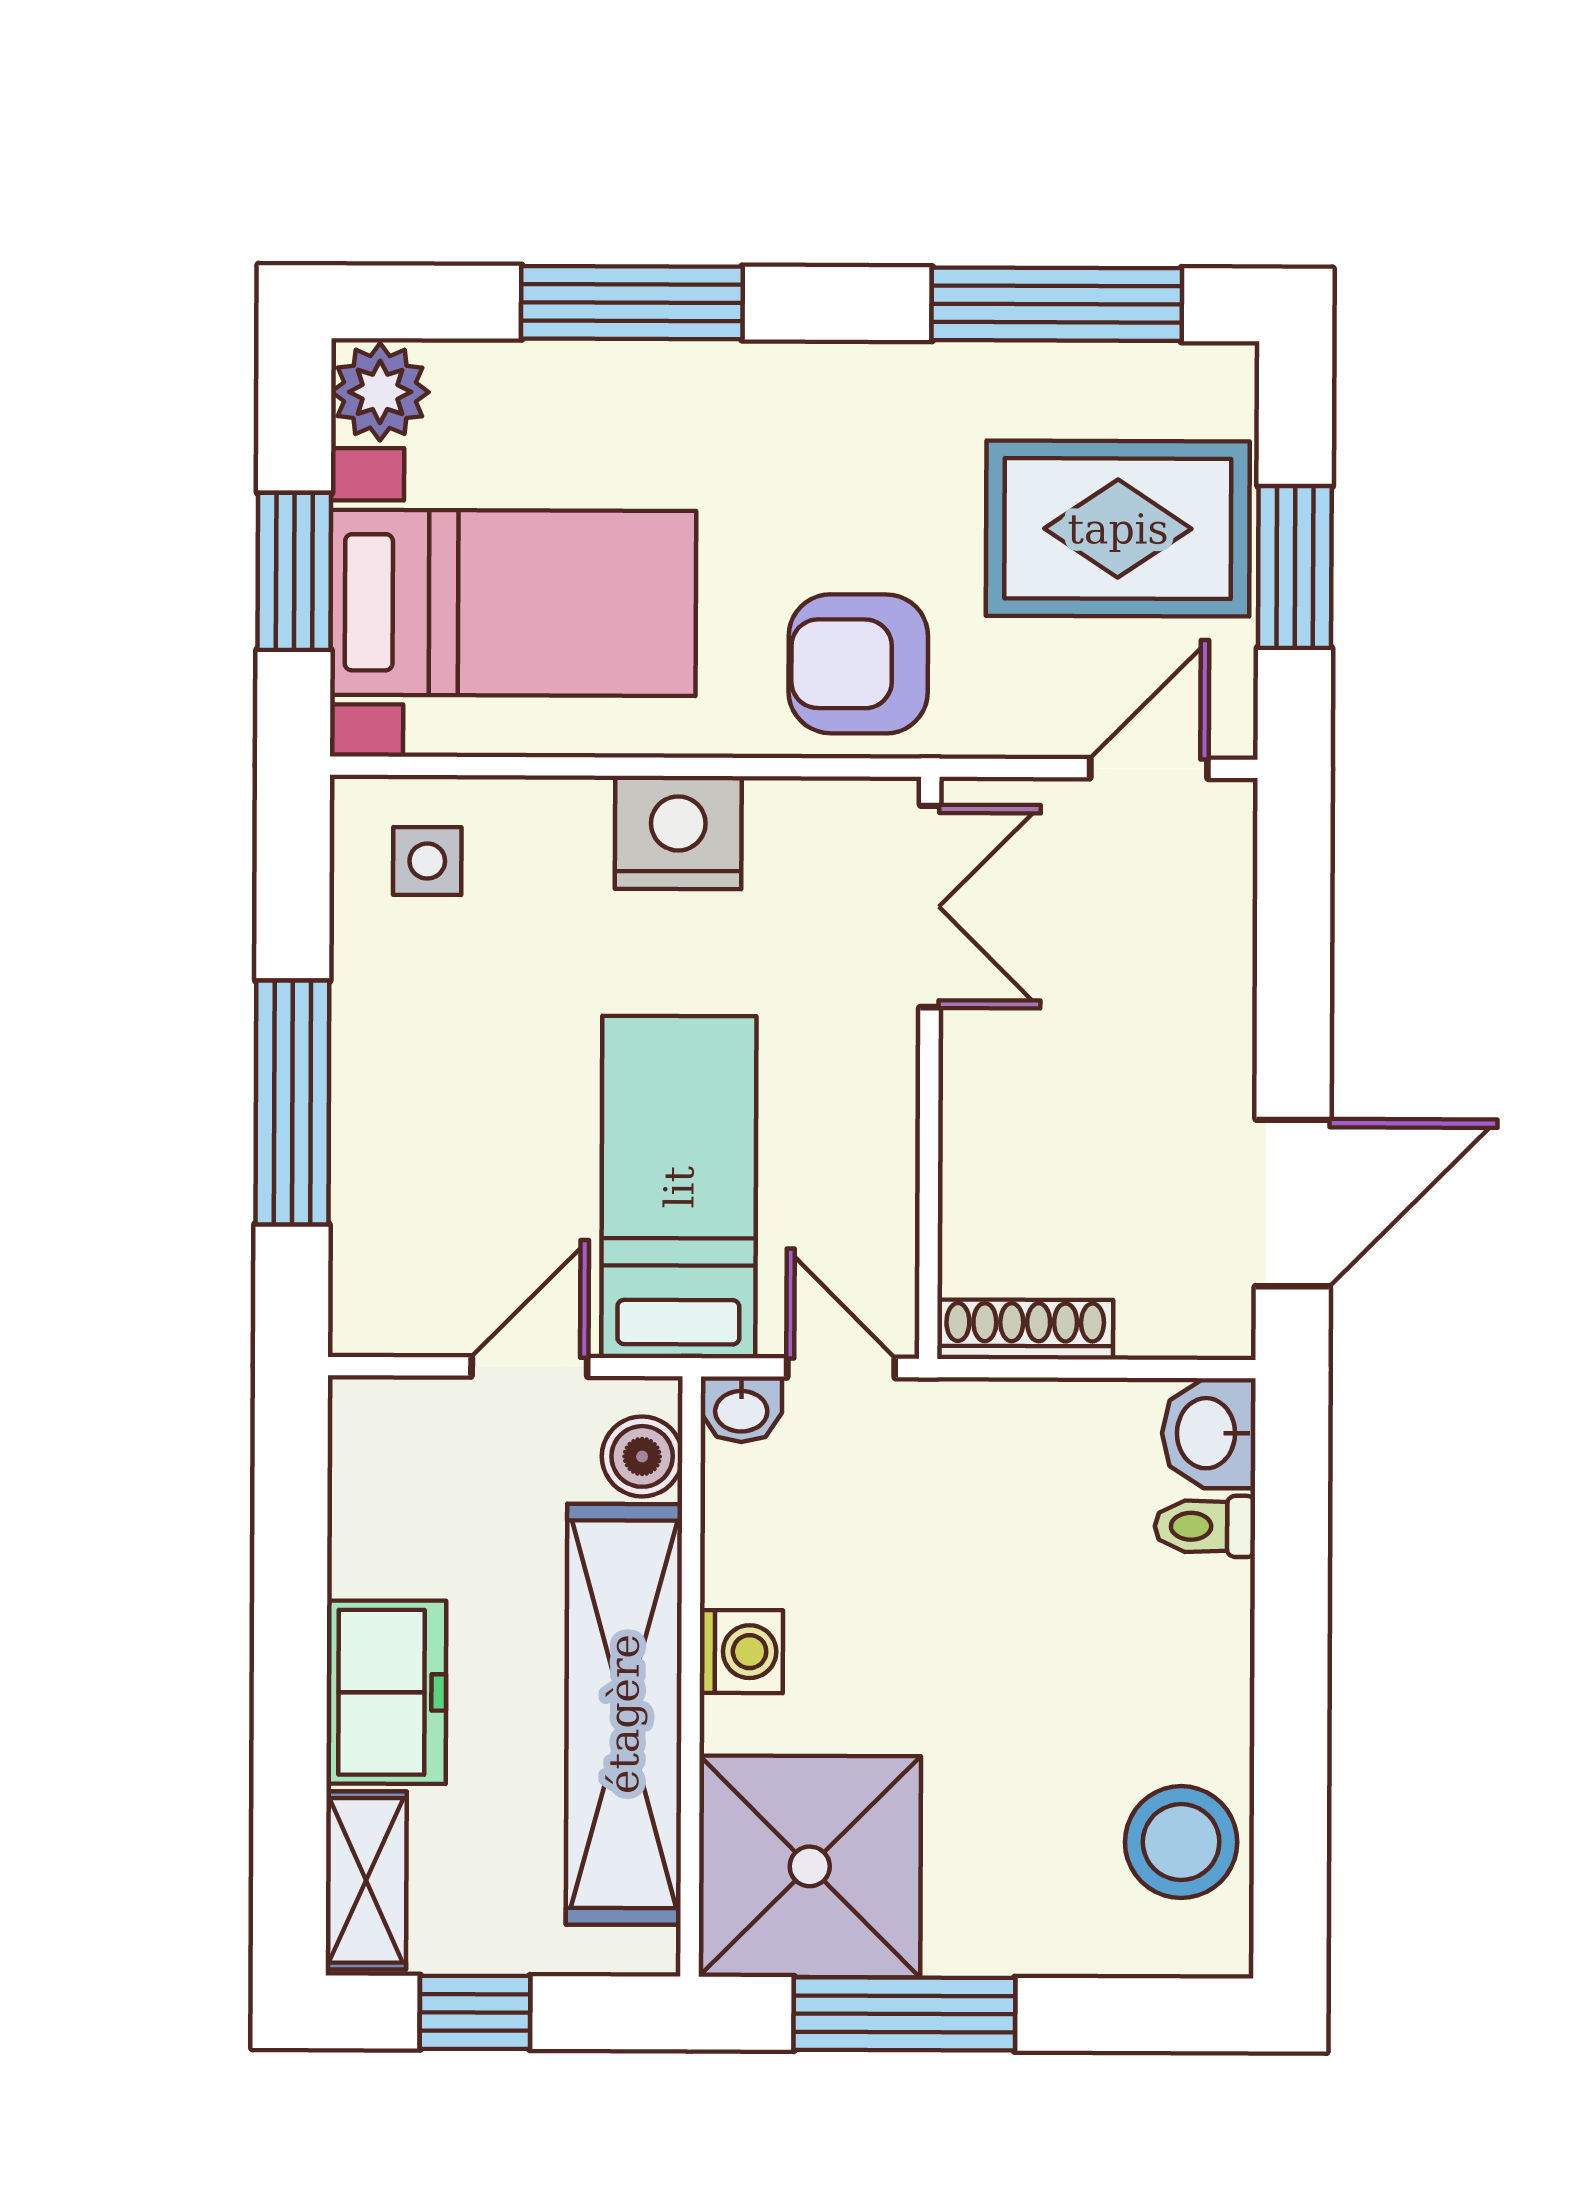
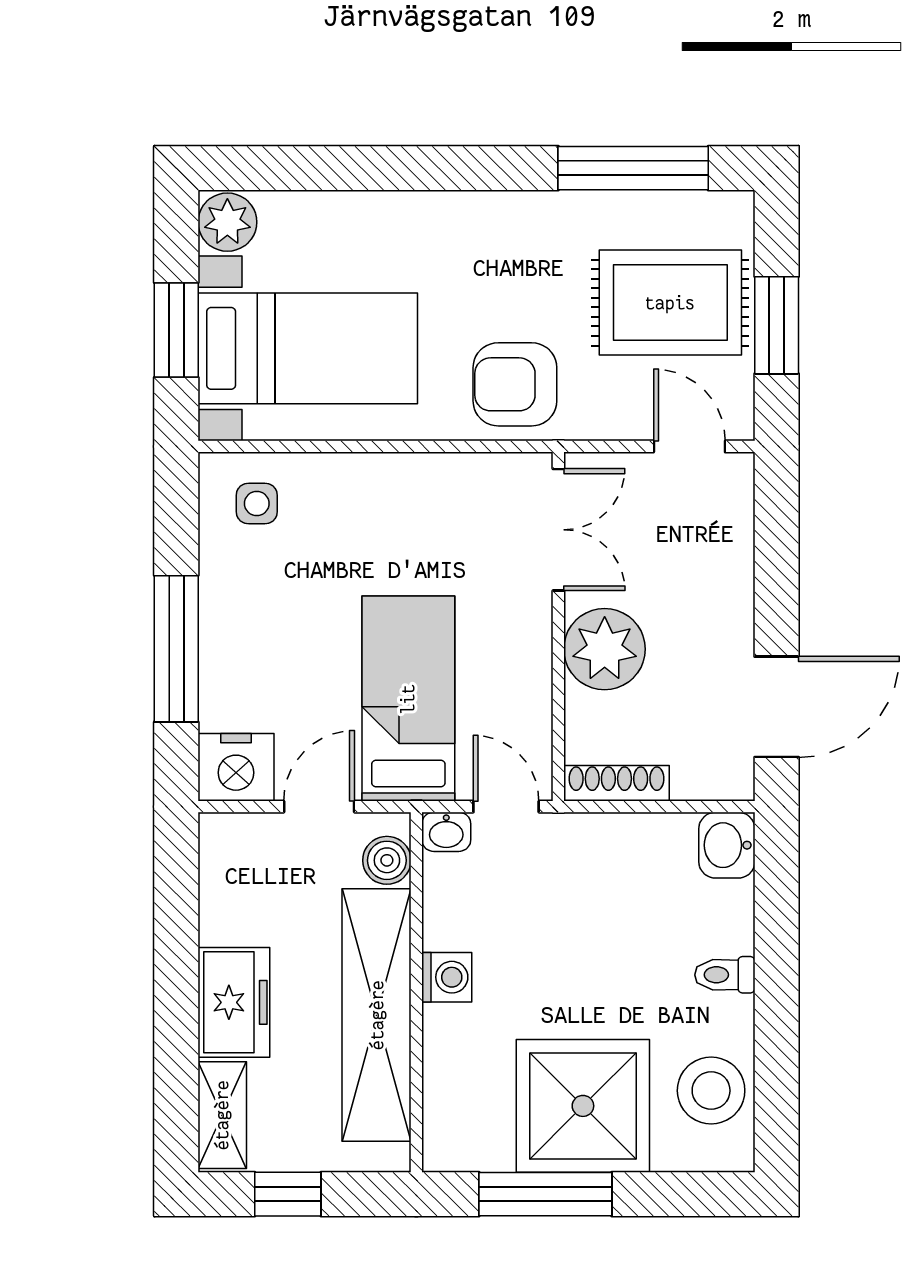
window: (632, 303) -> (378, 168), removed
door: (1149, 768) -> (689, 446), hinge flipped
nightstand: (678, 832) -> (236, 767), moved, turned 180
plant: (1006, 1106) -> (605, 649), added
toilet: (1205, 1526) -> (725, 975), moved
shower: (810, 1866) -> (583, 1106), moved

